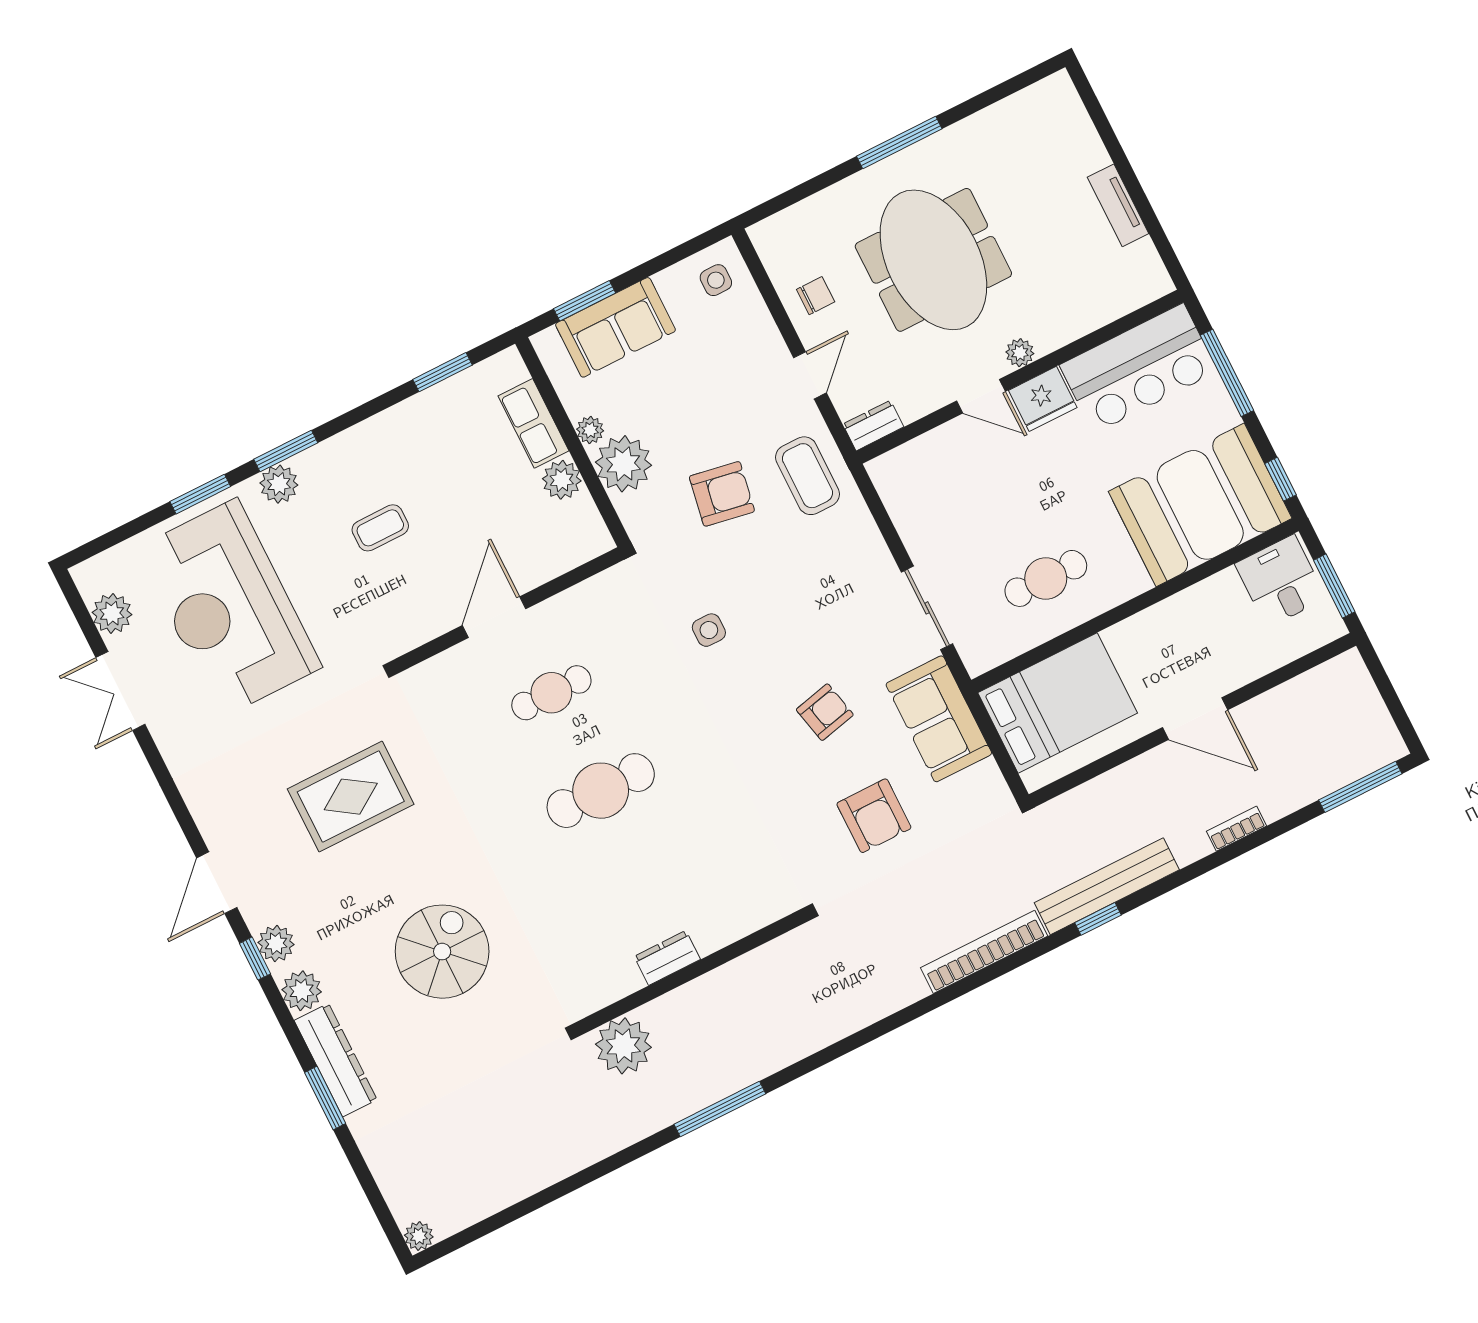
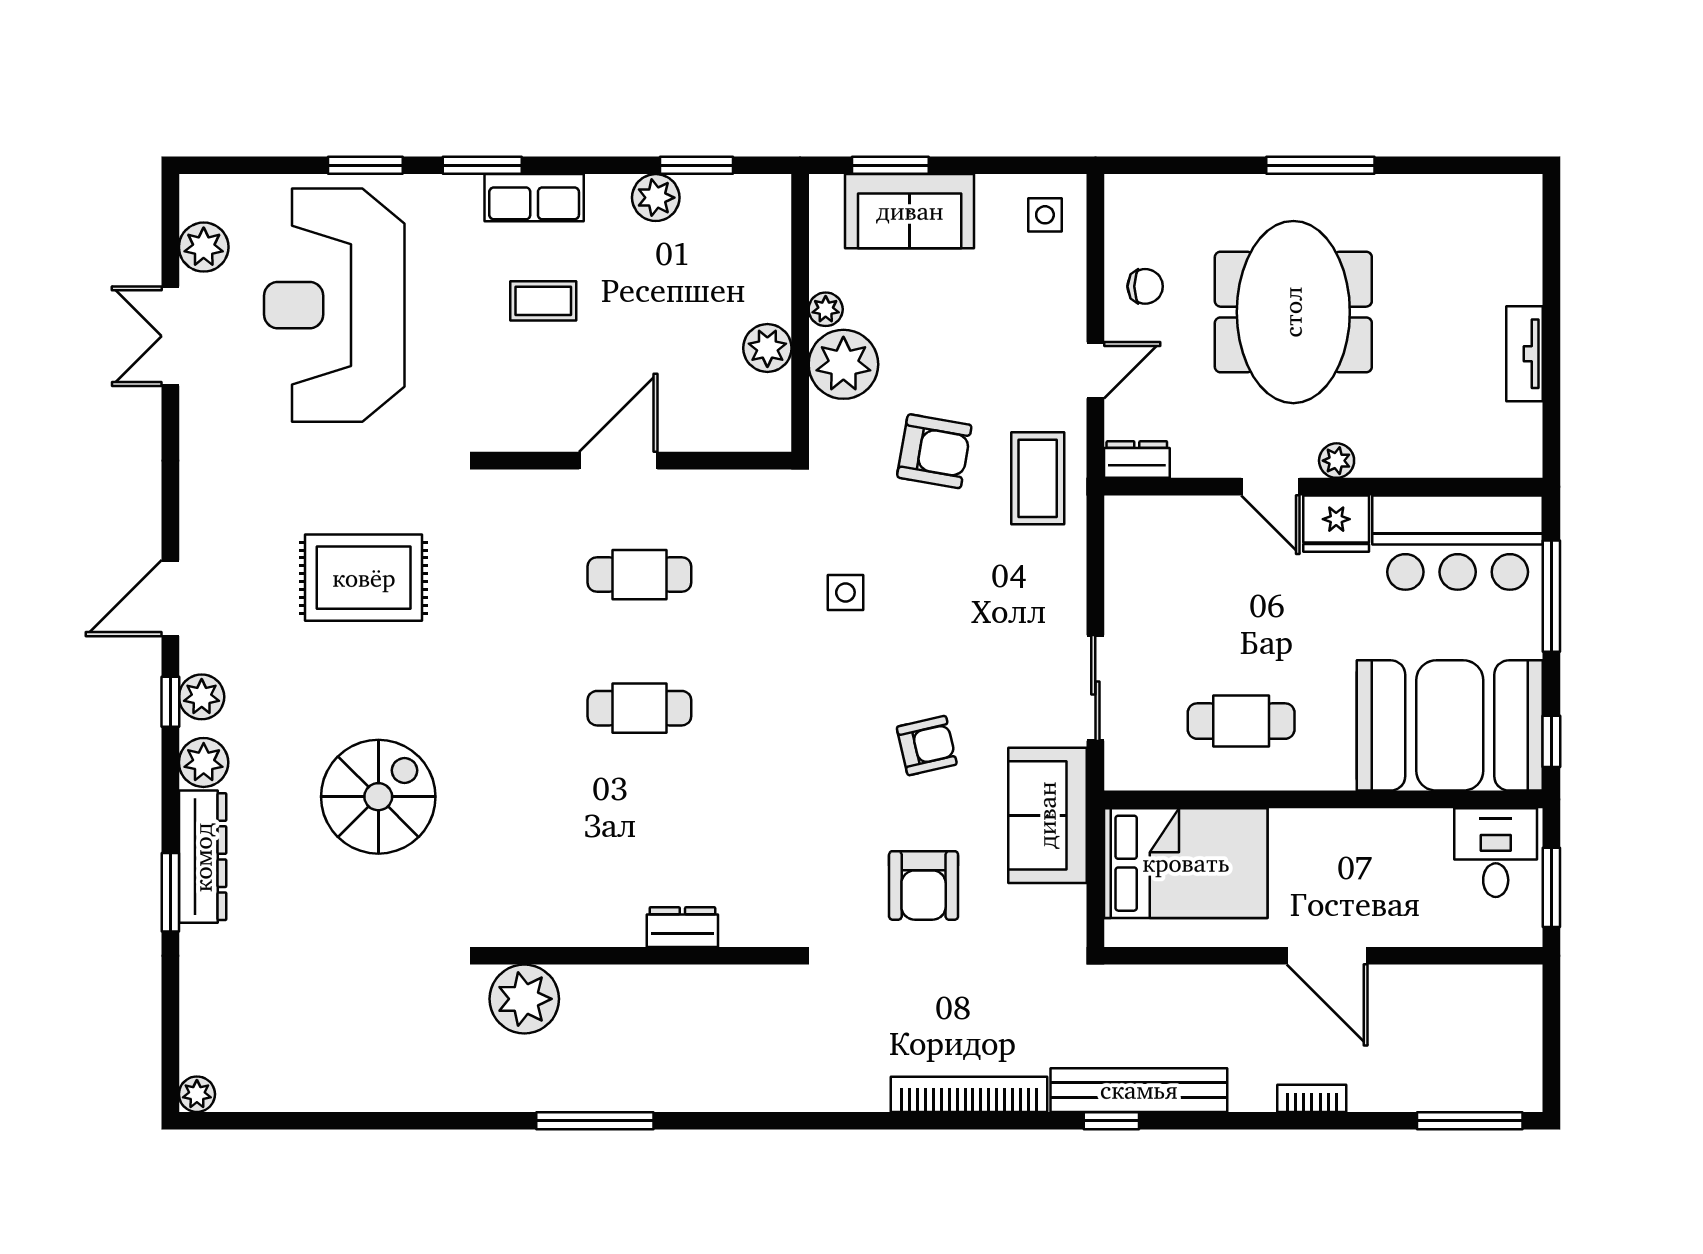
row of seats: (534, 423) -> (534, 198), moved, turned -90
plant: (279, 484) -> (656, 198), moved
cafe table: (601, 791) -> (639, 708), width x0.73, depth x0.74
dresser: (667, 958) -> (682, 927), moved

